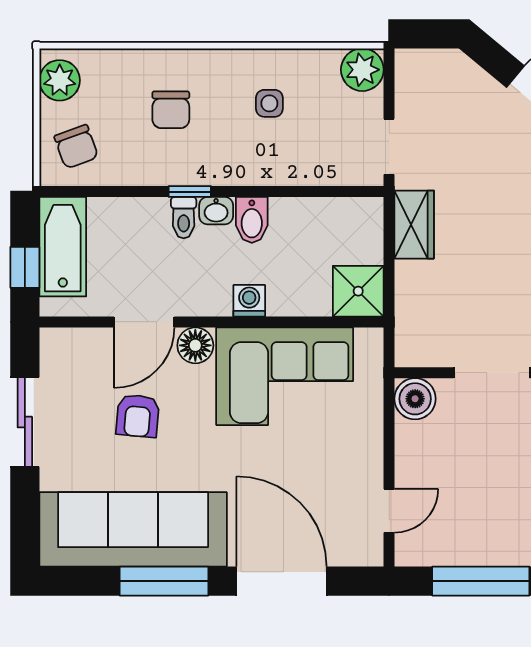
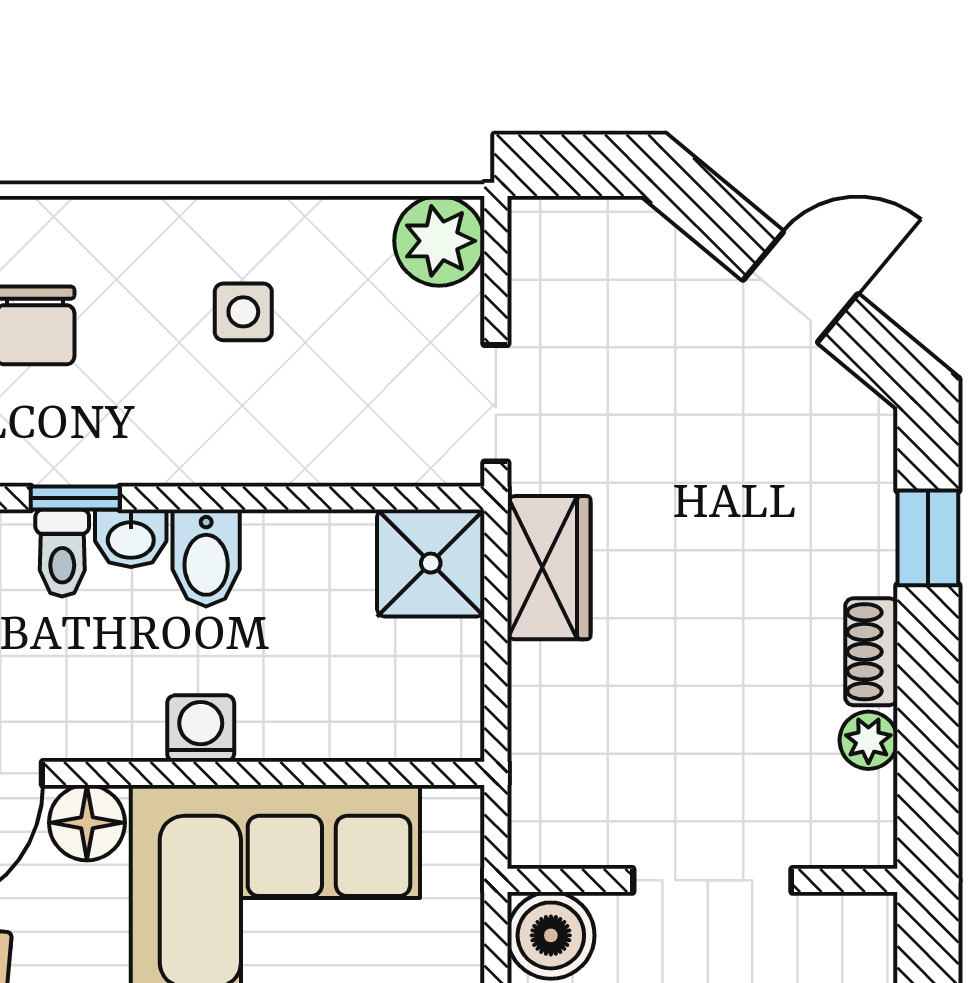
shower: (358, 291) -> (431, 563), moved

